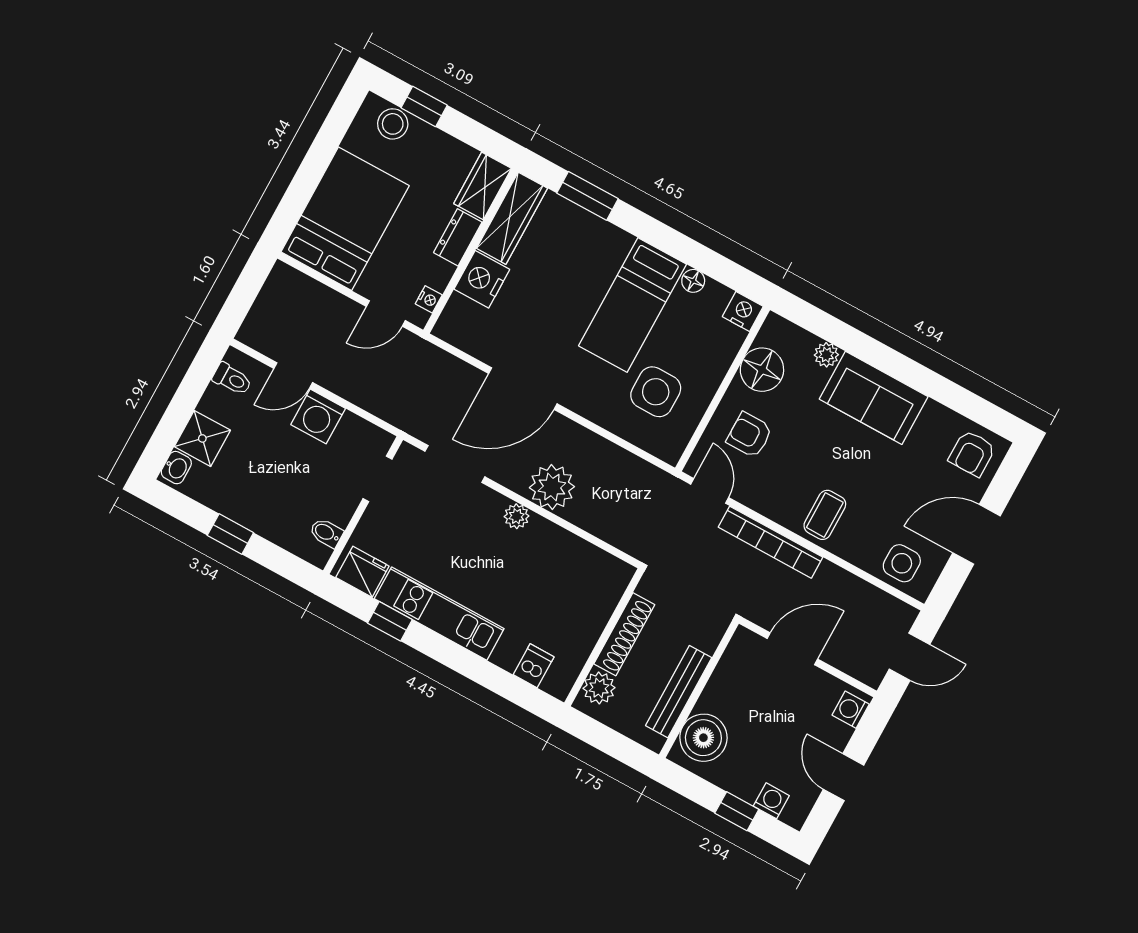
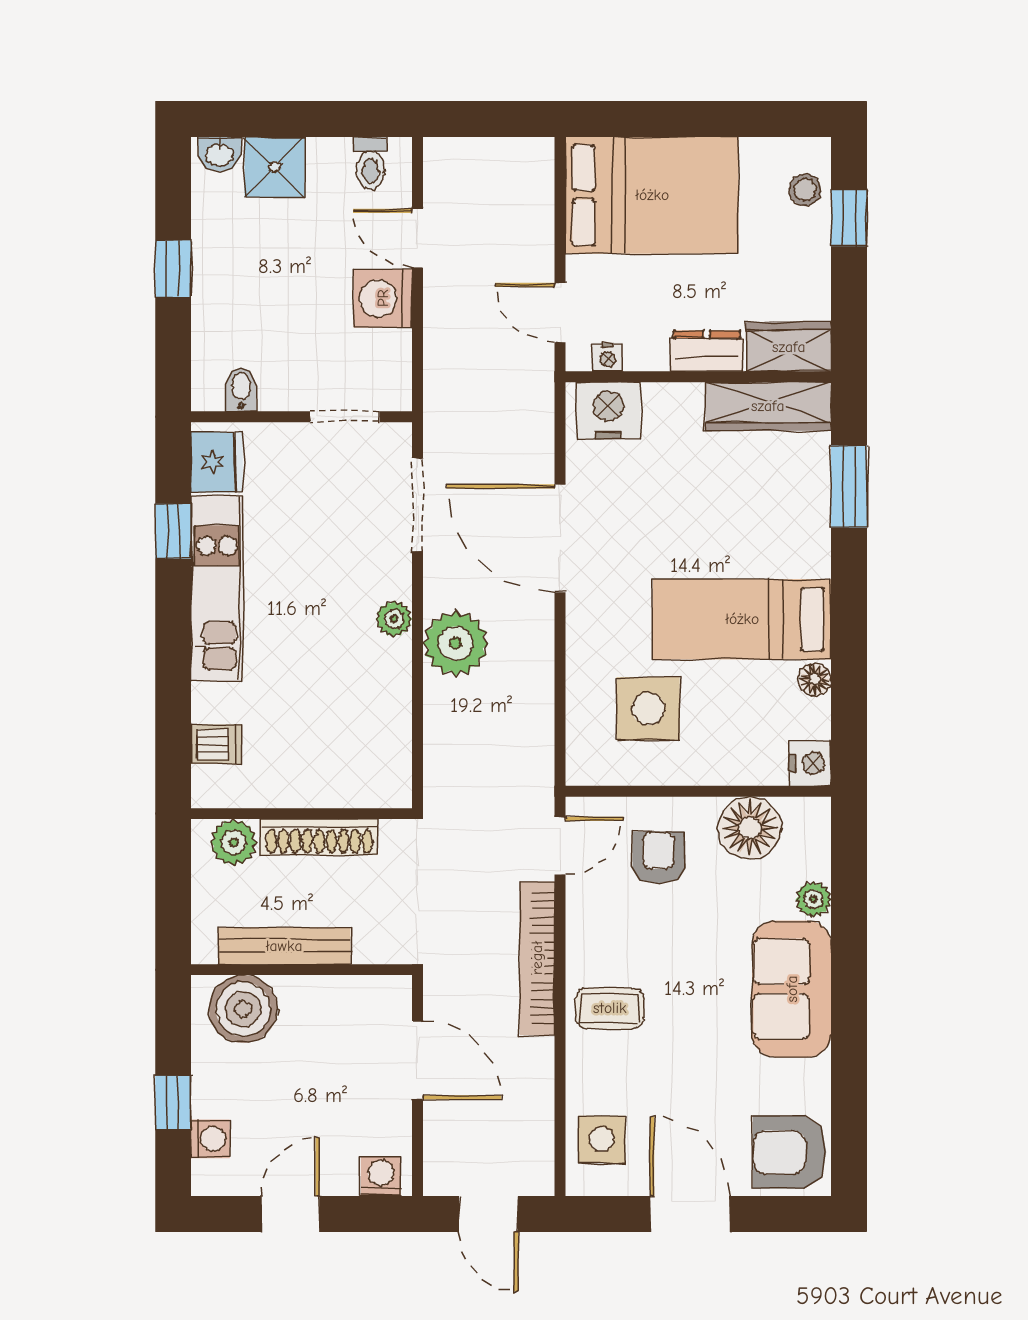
stool: (393, 124) -> (805, 190), width x0.73, depth x0.73
nightstand: (482, 279) -> (608, 411), moved
armchair: (972, 453) -> (790, 1152), width x1.38, depth x1.38

